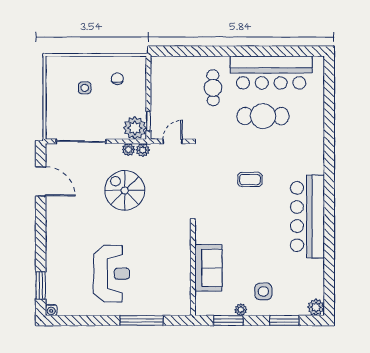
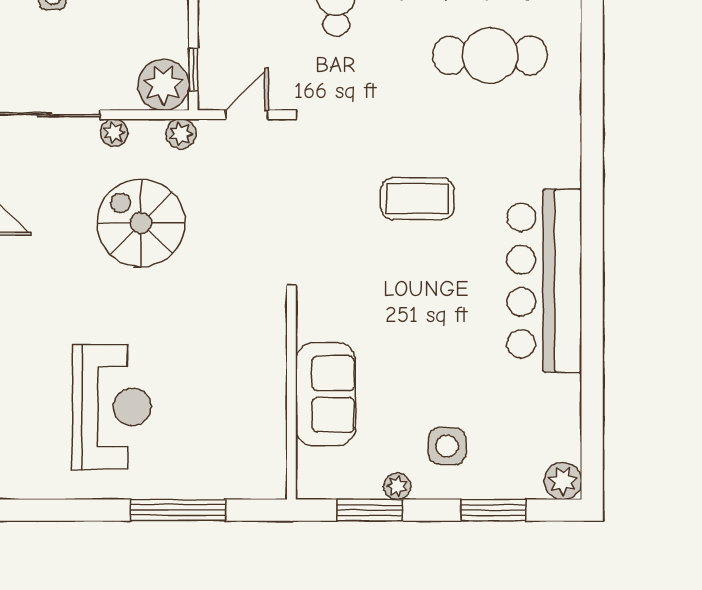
cafe table: (263, 116) -> (490, 55), moved
plant: (128, 150) -> (114, 133), moved
coffee table: (250, 179) -> (417, 199), width x1.36, depth x1.30

